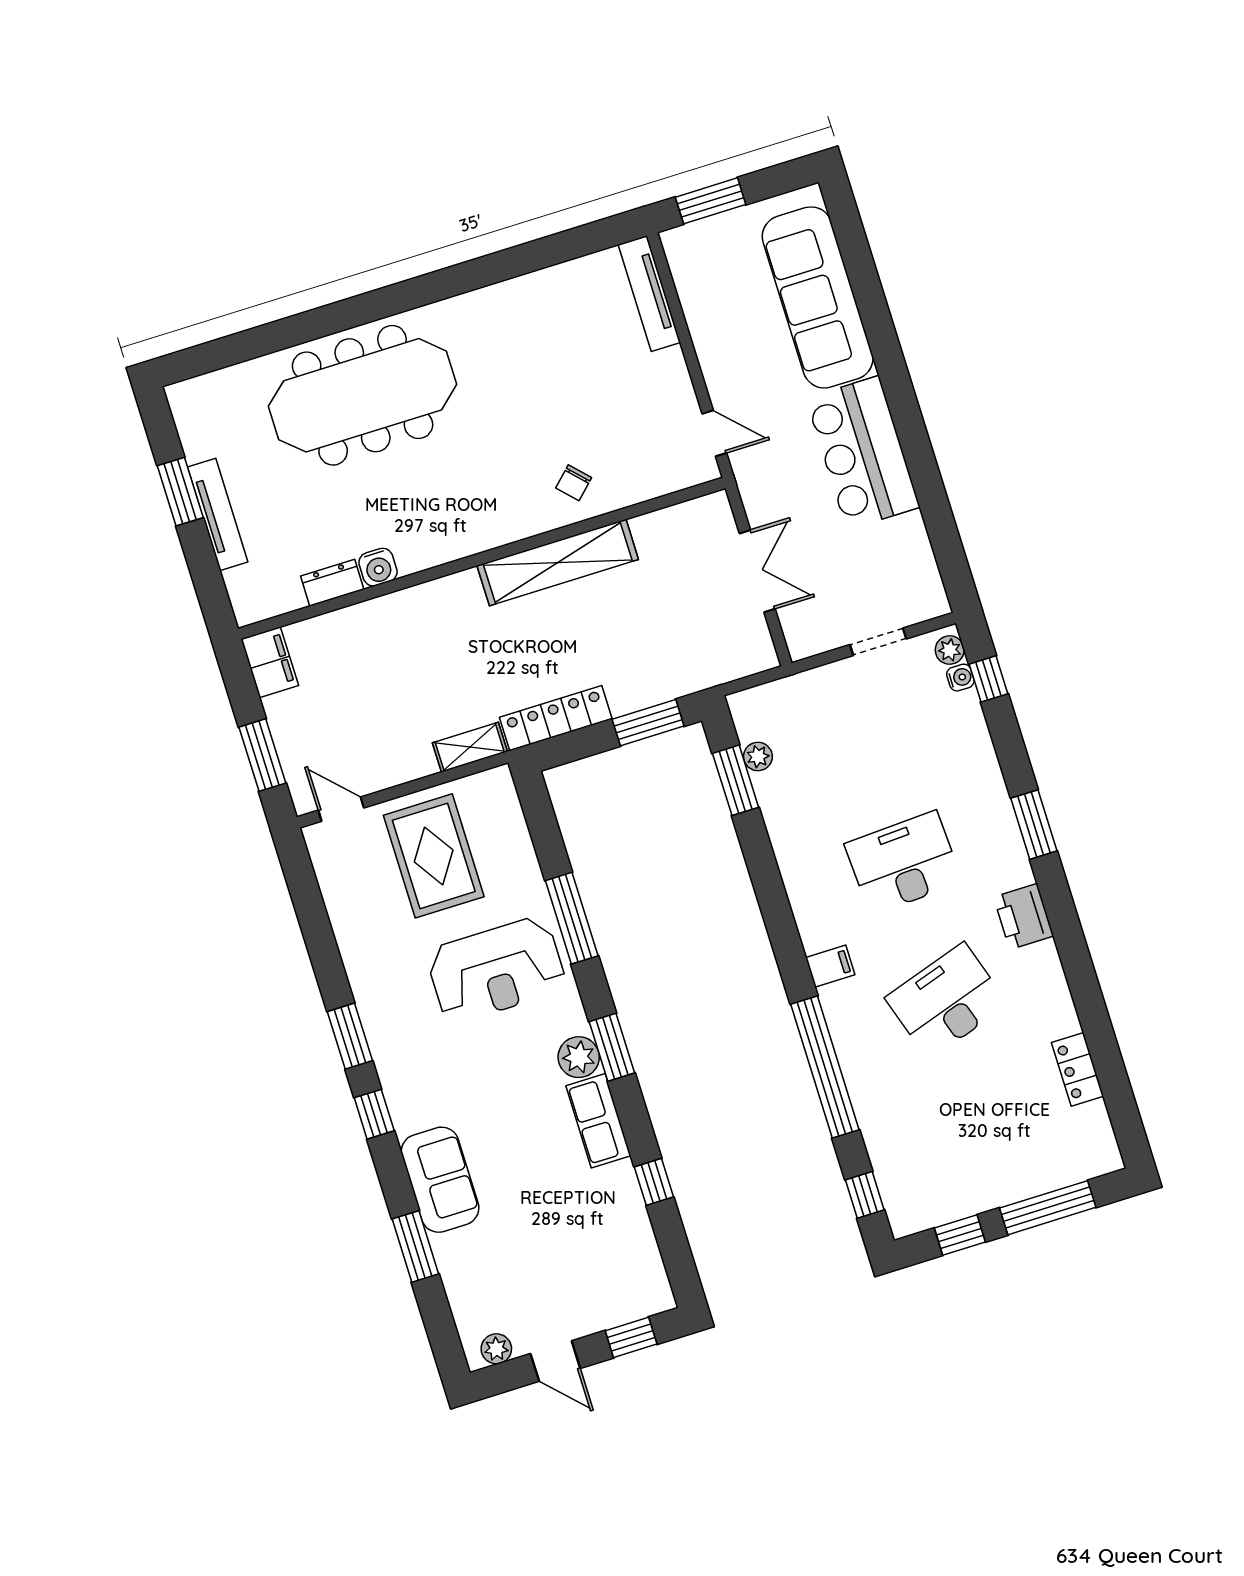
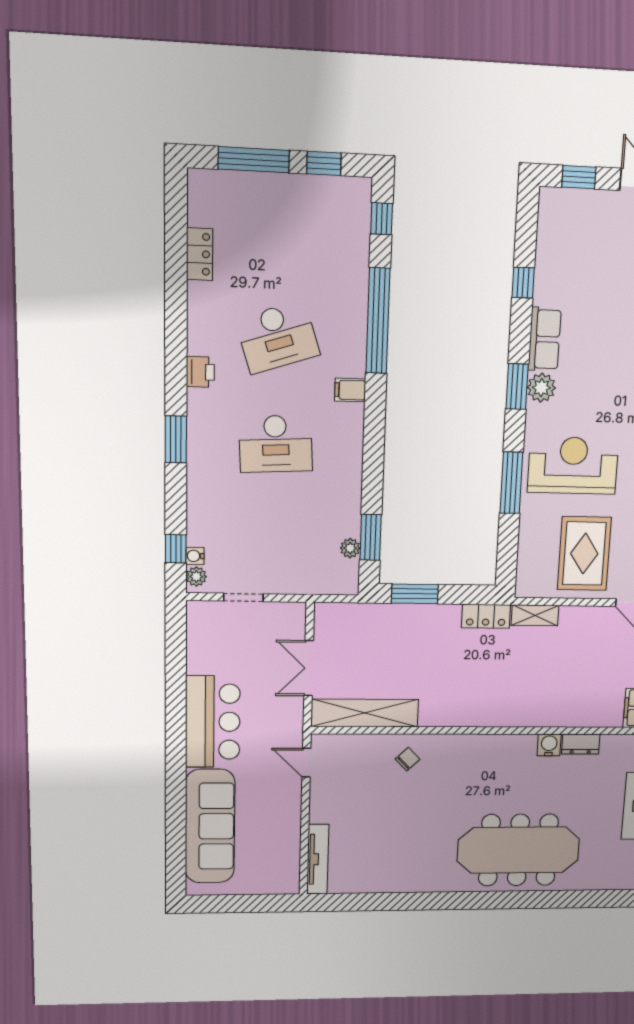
window: (711, 201) -> (259, 903), removed
shelving: (558, 563) -> (365, 713), moved
locker: (556, 718) -> (486, 616), width x0.66
printer: (1024, 917) -> (200, 372), width x0.73, depth x0.81

